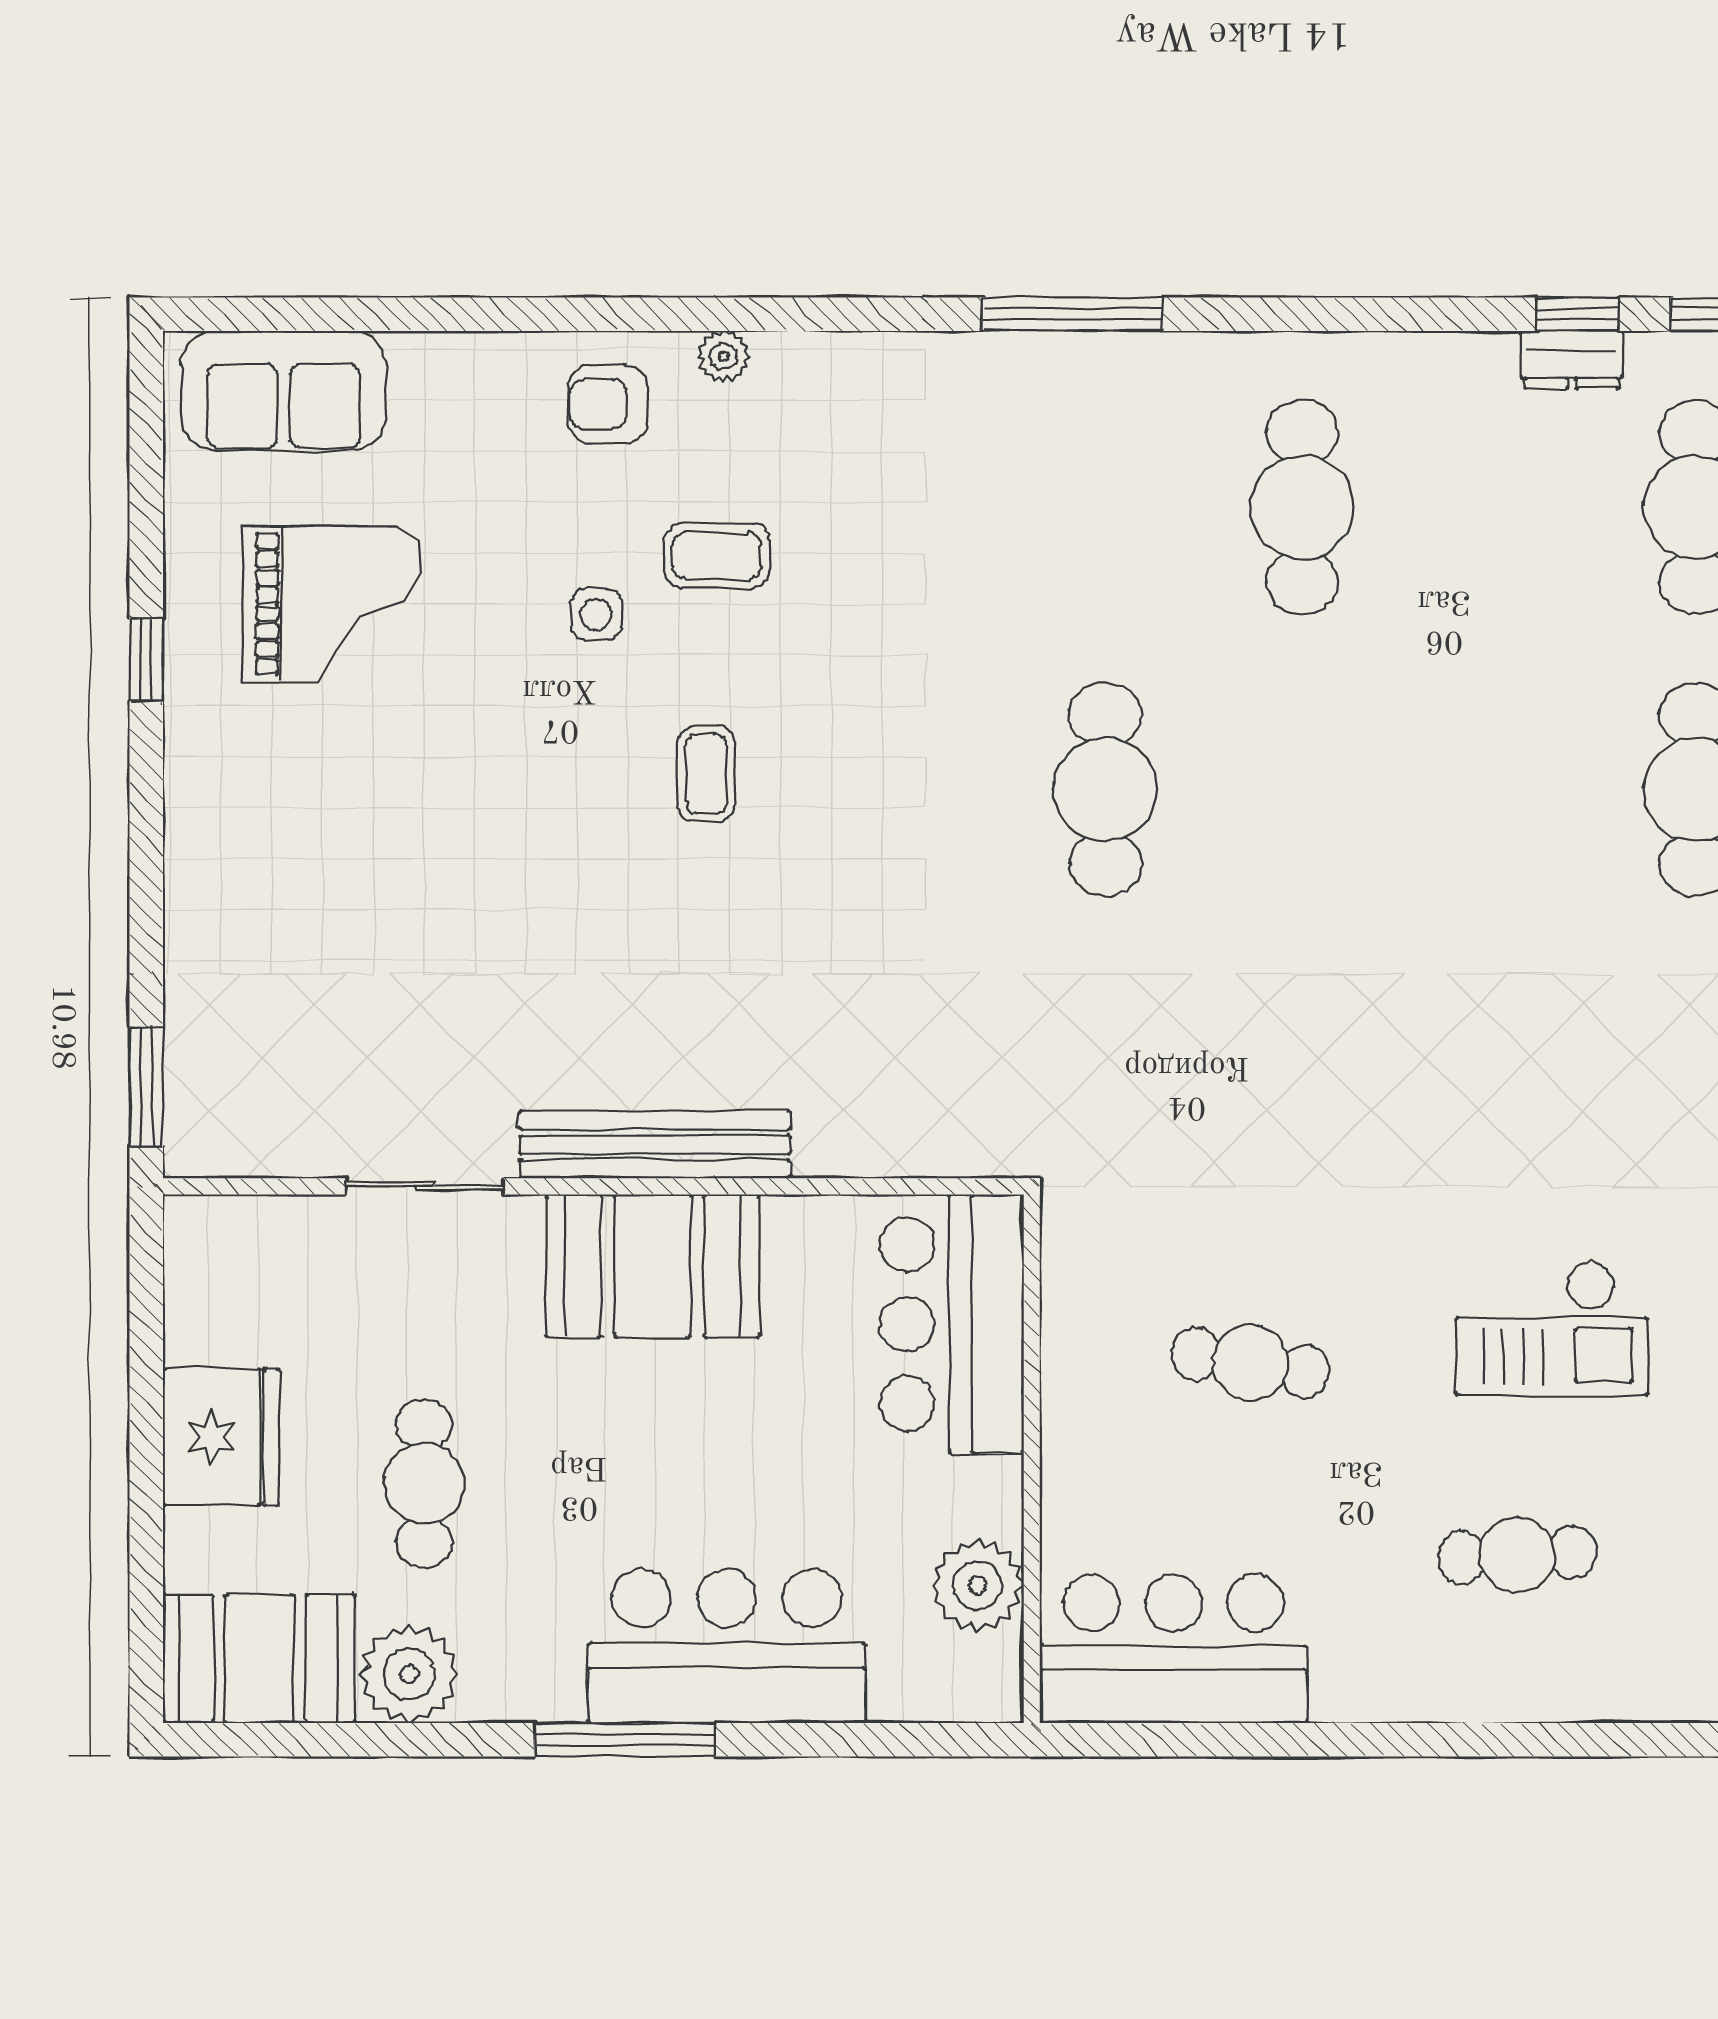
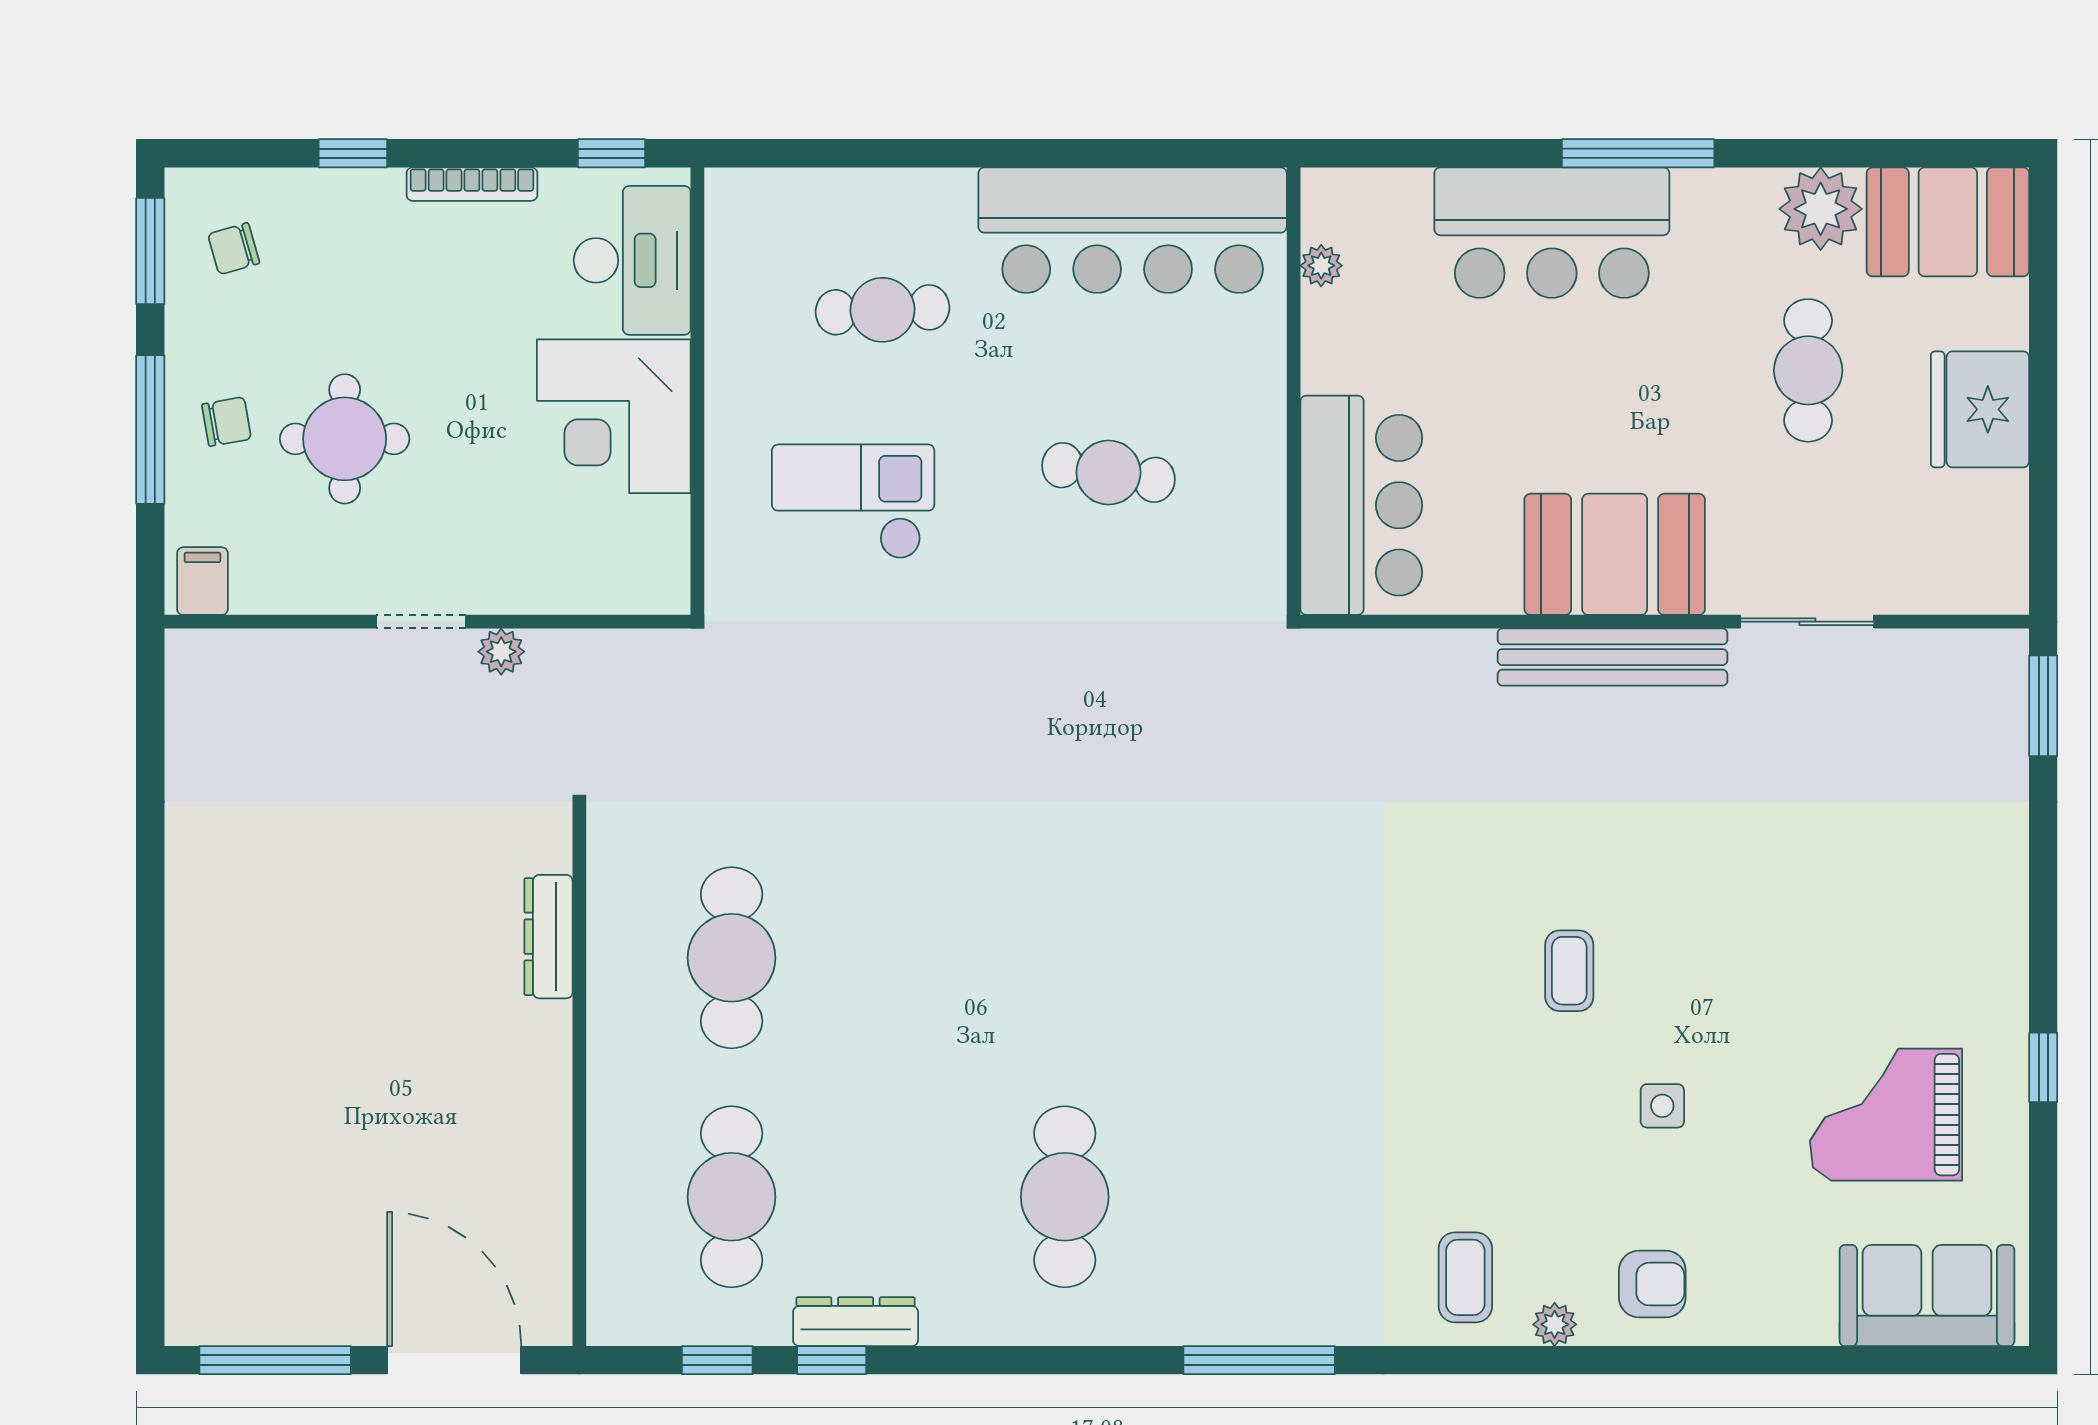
dresser: (1572, 360) -> (856, 1322), width x1.44
coffee table: (717, 555) -> (1465, 1277), moved, turned 90
cafe table: (1105, 789) -> (1231, 958), removed
plant: (977, 1585) -> (1321, 266), width x0.53, depth x0.53
bar counter: (1173, 1649) -> (1133, 230), width x1.36

